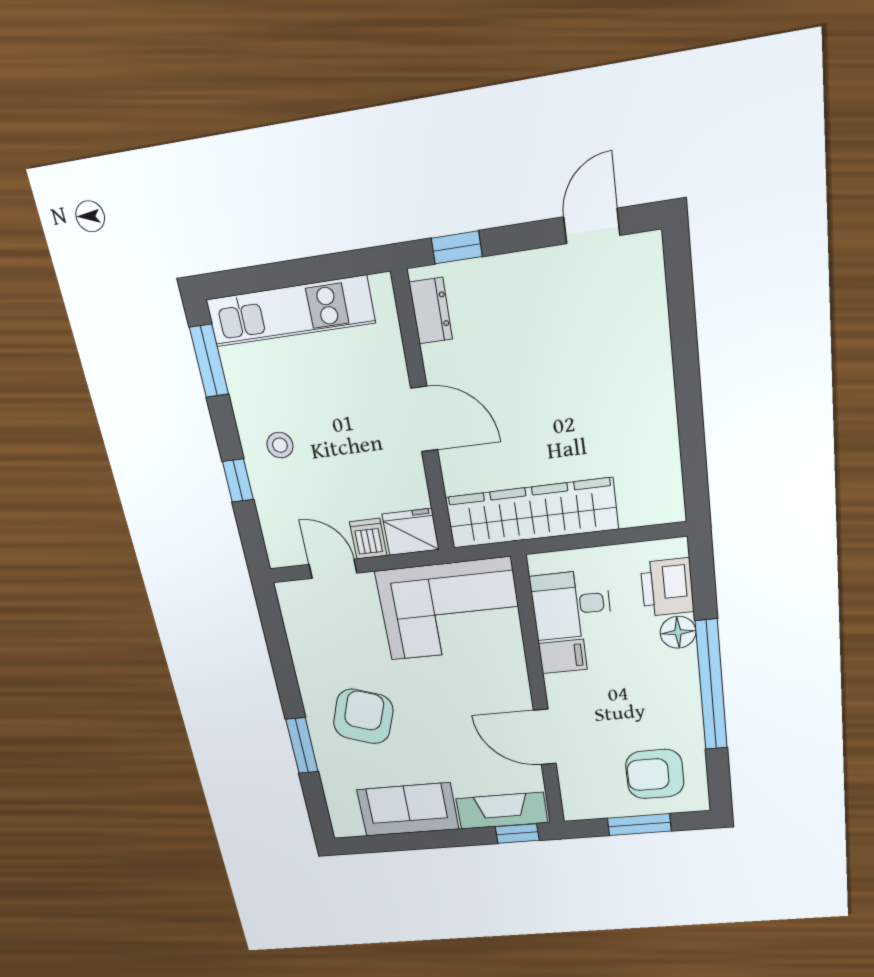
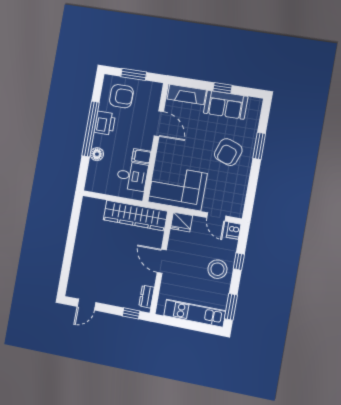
stool: (280, 445) -> (217, 269), width x1.89, depth x1.89
dishwasher: (368, 539) -> (234, 231), moved
printer: (667, 587) -> (105, 123), moved
window: (517, 833) -> (222, 88), moved

